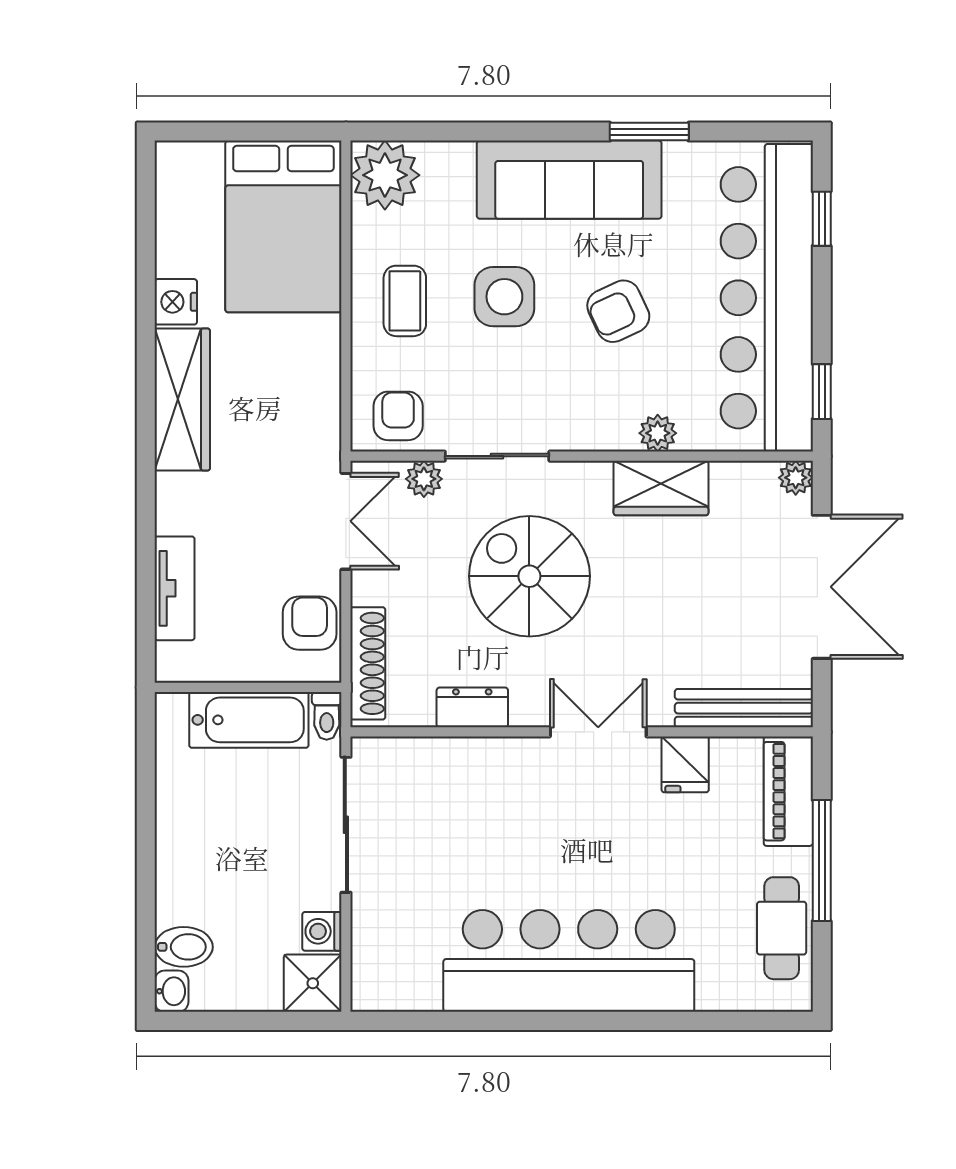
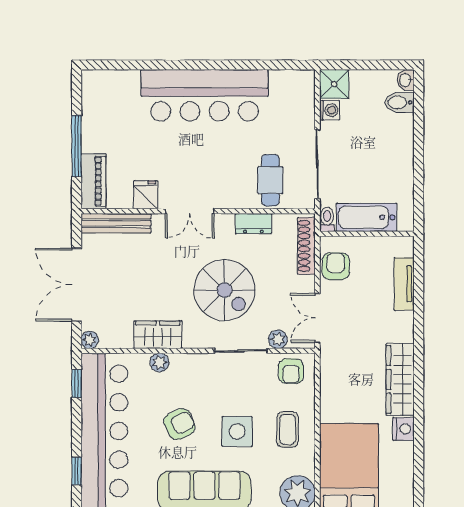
armchair: (310, 623) -> (336, 266), turned 180
cafe table: (782, 928) -> (270, 180), moved

